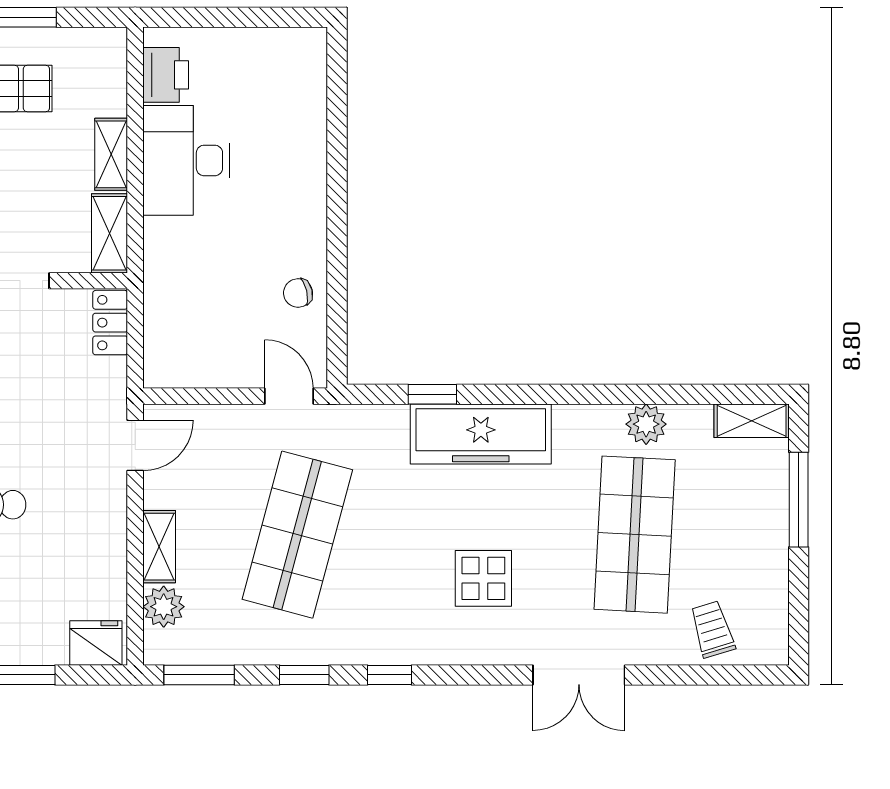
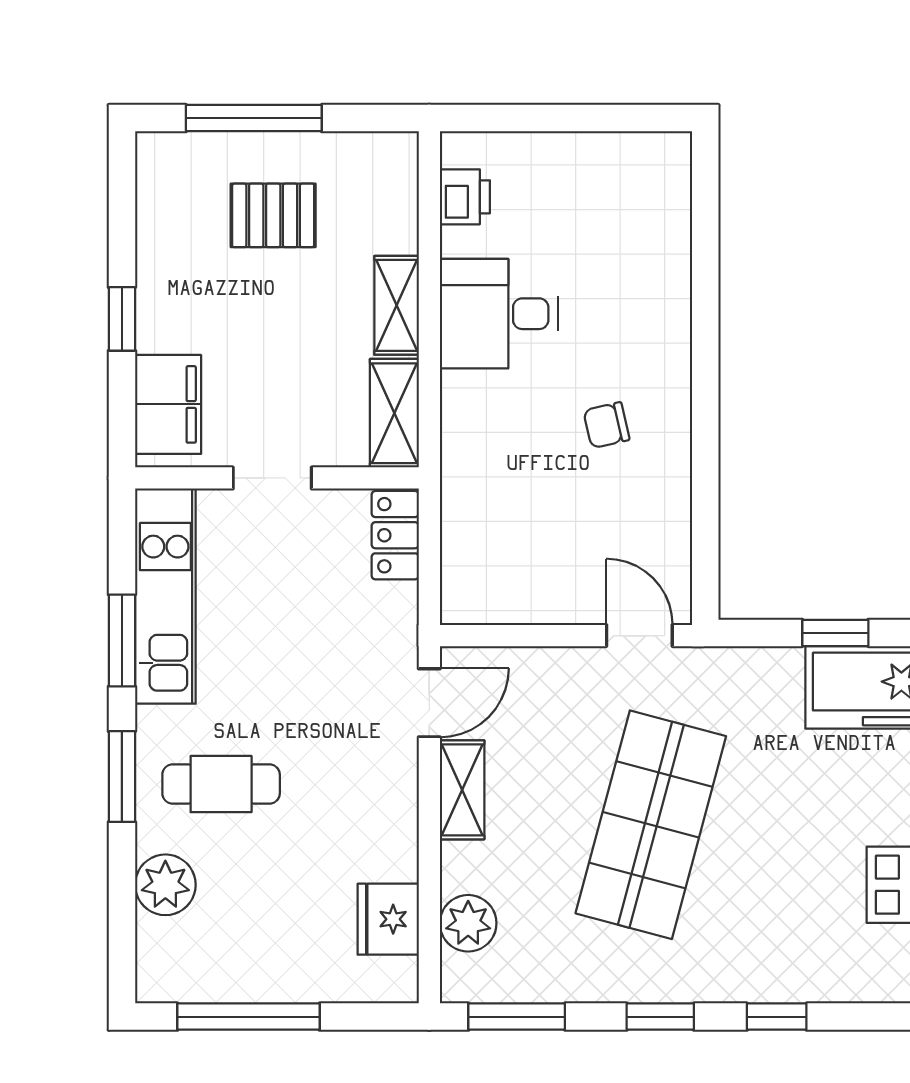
printer: (166, 75) -> (465, 197), width x0.73, depth x0.81
desk: (186, 160) -> (499, 314), width x0.73
chair: (298, 293) -> (606, 425), moved
shelving: (159, 547) -> (462, 790), moved
fridge: (96, 643) -> (388, 919), moved, turned -90

